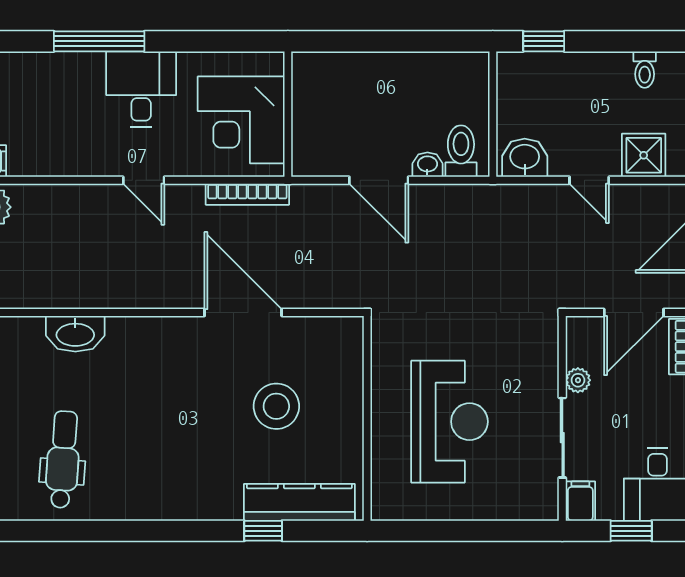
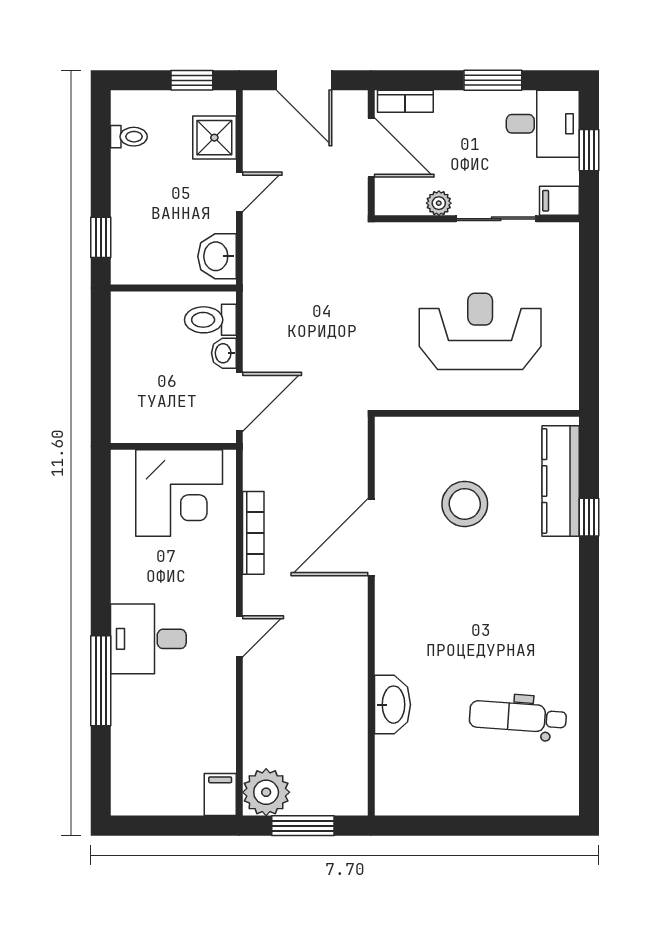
wall: (288, 114) -> (173, 446), moved
corner desk: (241, 120) -> (179, 493), moved

